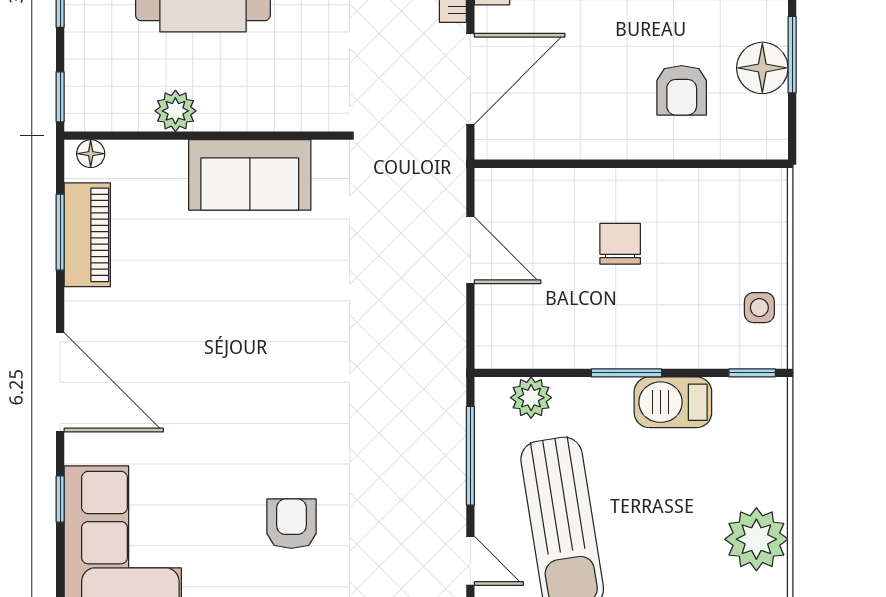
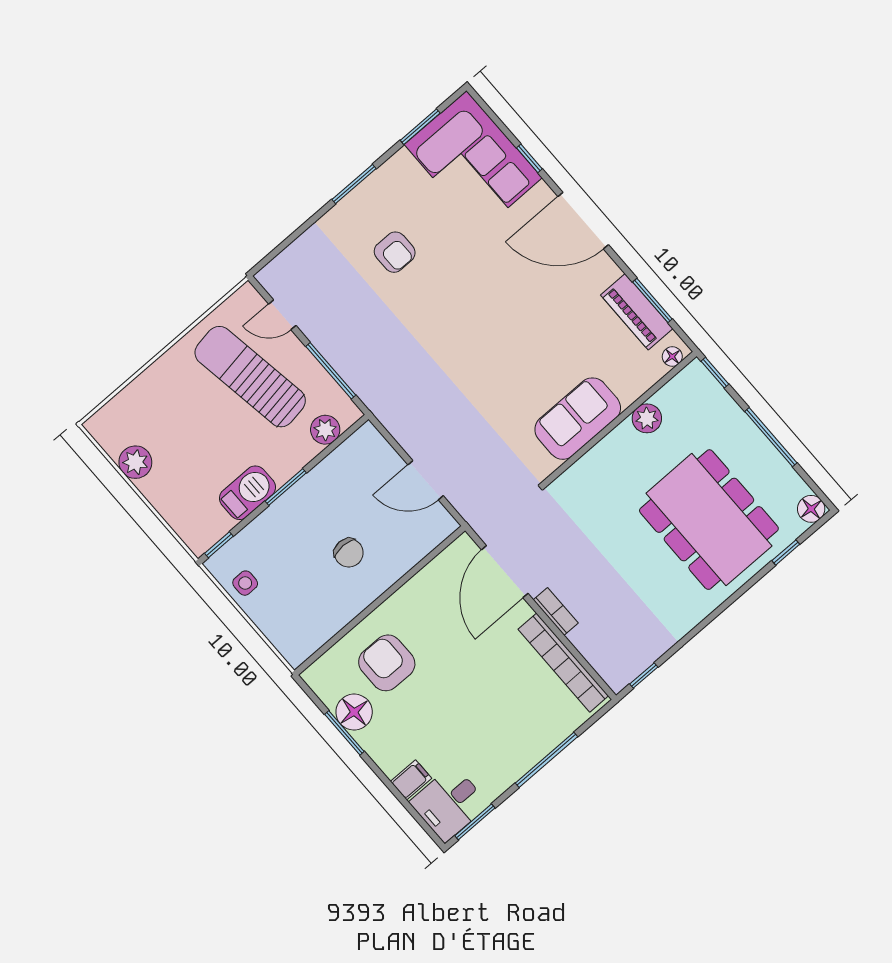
armchair: (682, 90) -> (387, 663), width x1.38, depth x1.38
plant: (756, 539) -> (135, 462), width x0.73, depth x0.73

